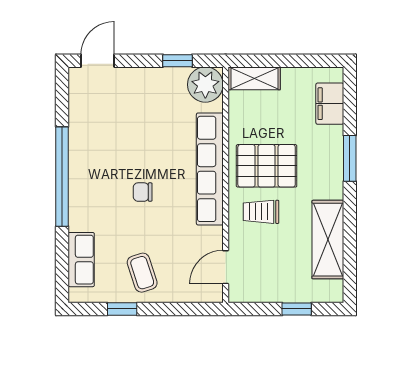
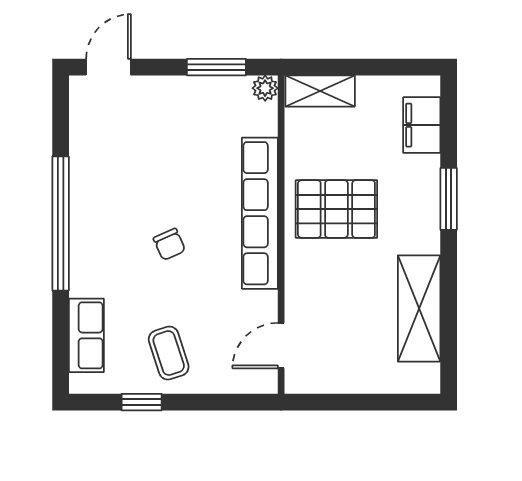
window: (177, 61) -> (216, 67), width x1.50
plant: (205, 85) -> (265, 88), width x0.53, depth x0.53
chair: (143, 192) -> (169, 244), turned -114
trolley: (261, 212) -> (329, 271), removed
window: (297, 309) -> (377, 402), removed

